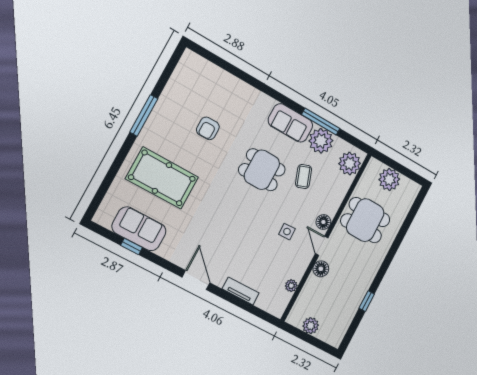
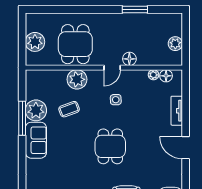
plant: (350, 164) -> (77, 79), moved
dining table: (262, 170) -> (110, 146), moved
floor lamp: (323, 222) -> (166, 76), moved
door: (196, 280) -> (186, 148), hinge flipped
window: (367, 301) -> (135, 10), width x1.50

